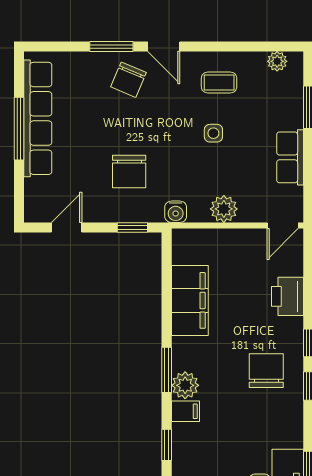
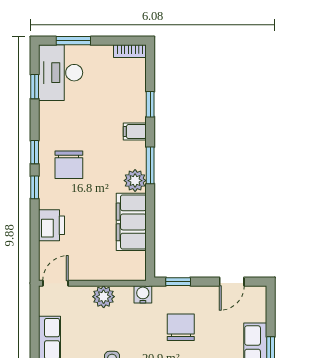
plant: (185, 385) -> (135, 181), moved

